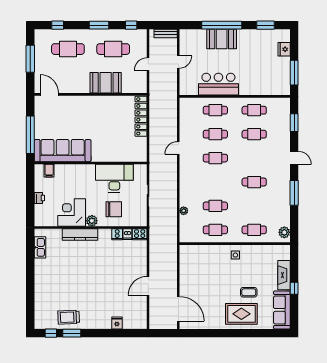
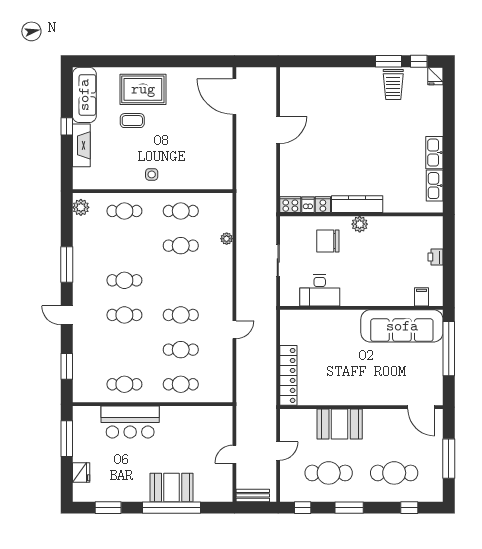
bar counter: (218, 84) -> (130, 422), moved
cafe table: (254, 134) -> (124, 315), moved
desk: (114, 178) -> (320, 290), width x0.73, depth x0.77
corner desk: (72, 212) -> (389, 236), removed
kitchen counter: (80, 235) -> (357, 204), moved
kitchen sink: (40, 270) -> (434, 153), added
trolley: (69, 317) -> (393, 84), turned 92
fridge: (117, 323) -> (435, 76), moved

